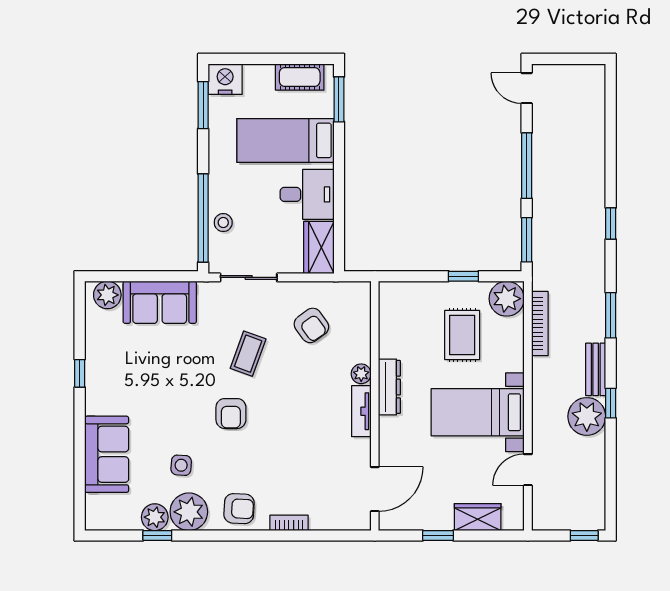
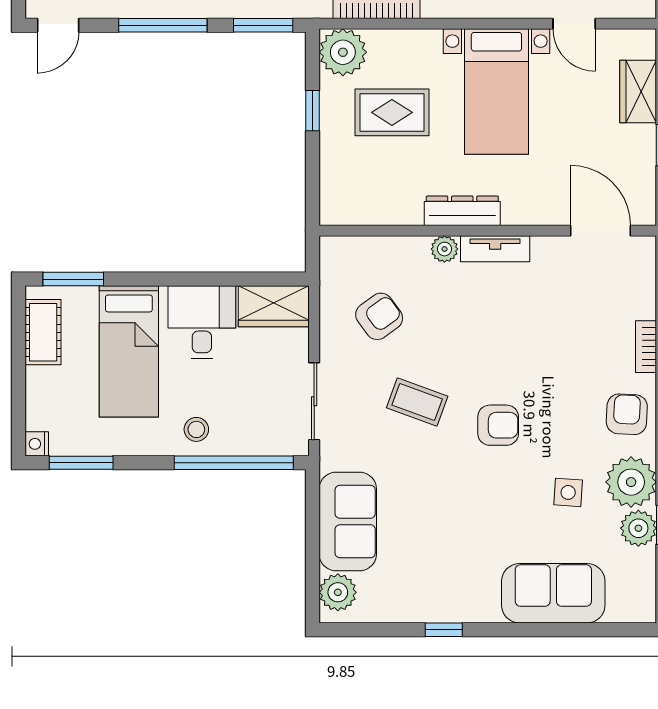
nightstand: (225, 79) -> (37, 444), width x0.53, depth x0.56
stool: (223, 223) -> (196, 429), moved

